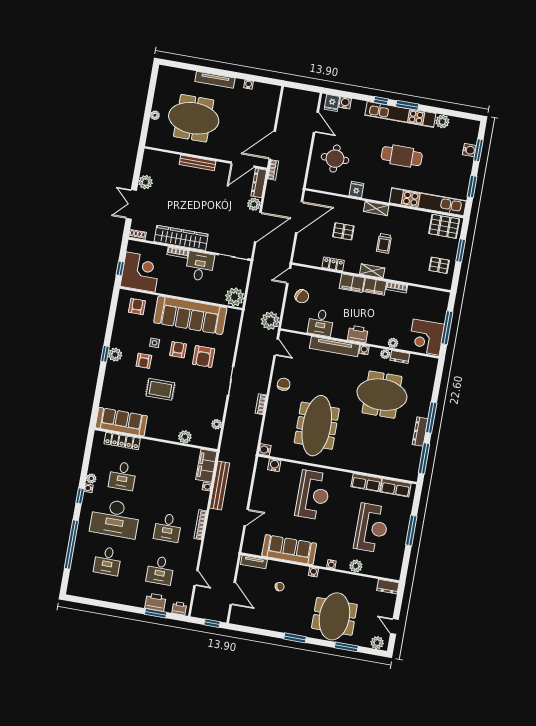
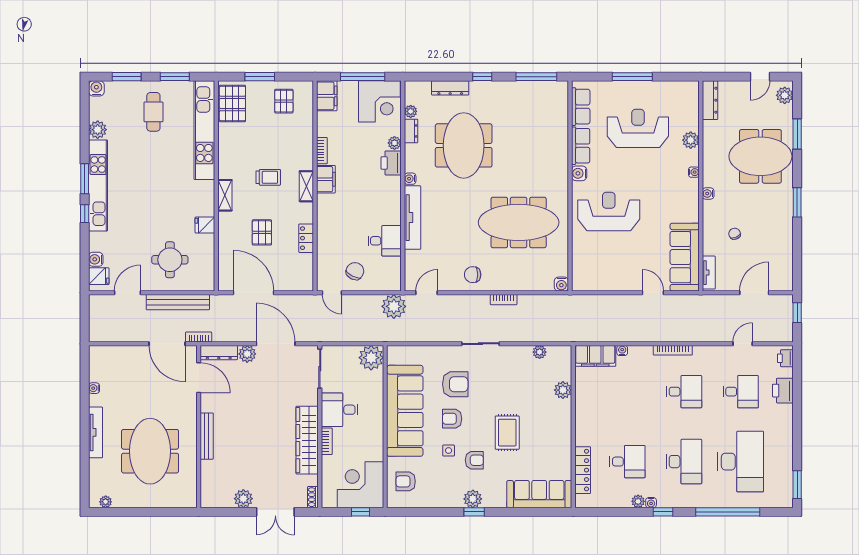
plant: (155, 115) -> (106, 502), moved
water cooler: (469, 150) -> (96, 88), moved
cafe table: (402, 156) -> (153, 112), moved, width x0.73, depth x0.74
filing cabinet: (352, 283) -> (327, 96), moved
printer: (358, 334) -> (391, 163), moved
plant: (385, 354) -> (411, 111), moved
window: (431, 418) -> (482, 77), width x0.46
sofa: (121, 422) -> (539, 494), moved, turned 90
dresser: (420, 432) -> (450, 88), moved
water cooler: (274, 465) -> (579, 173), moved
bench: (220, 485) -> (178, 302), moved
desk: (115, 518) -> (684, 462), width x0.73, depth x0.77
sofa: (289, 550) -> (685, 257), moved
desk: (108, 561) -> (741, 462), width x1.87, depth x1.30
dresser: (388, 587) -> (710, 100), width x1.44
window: (156, 613) -> (797, 485), moved

